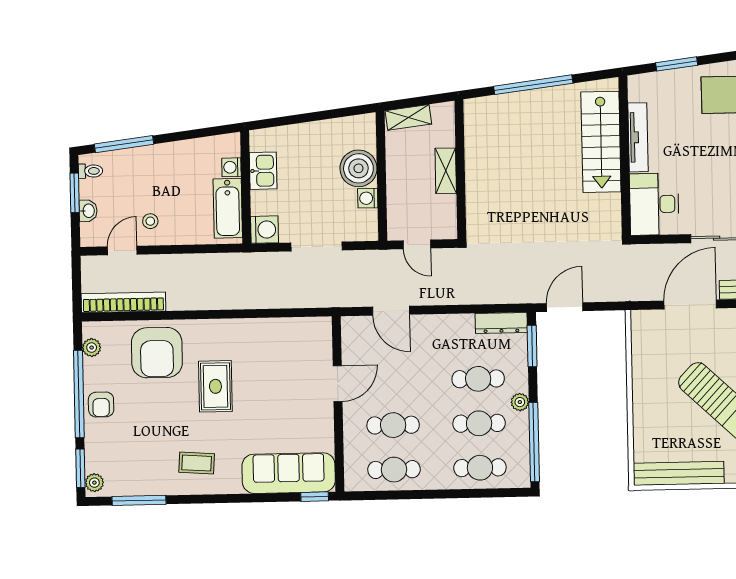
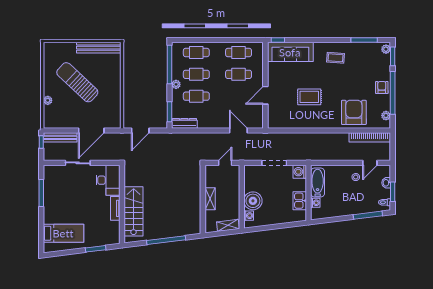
tv unit: (638, 137) -> (115, 208), width x0.71
washing machine: (368, 198) -> (249, 216), moved
door: (417, 244) -> (225, 163), hinge flipped
door: (565, 307) -> (140, 131), moved
rug: (215, 386) -> (309, 97), moved, turned 90

